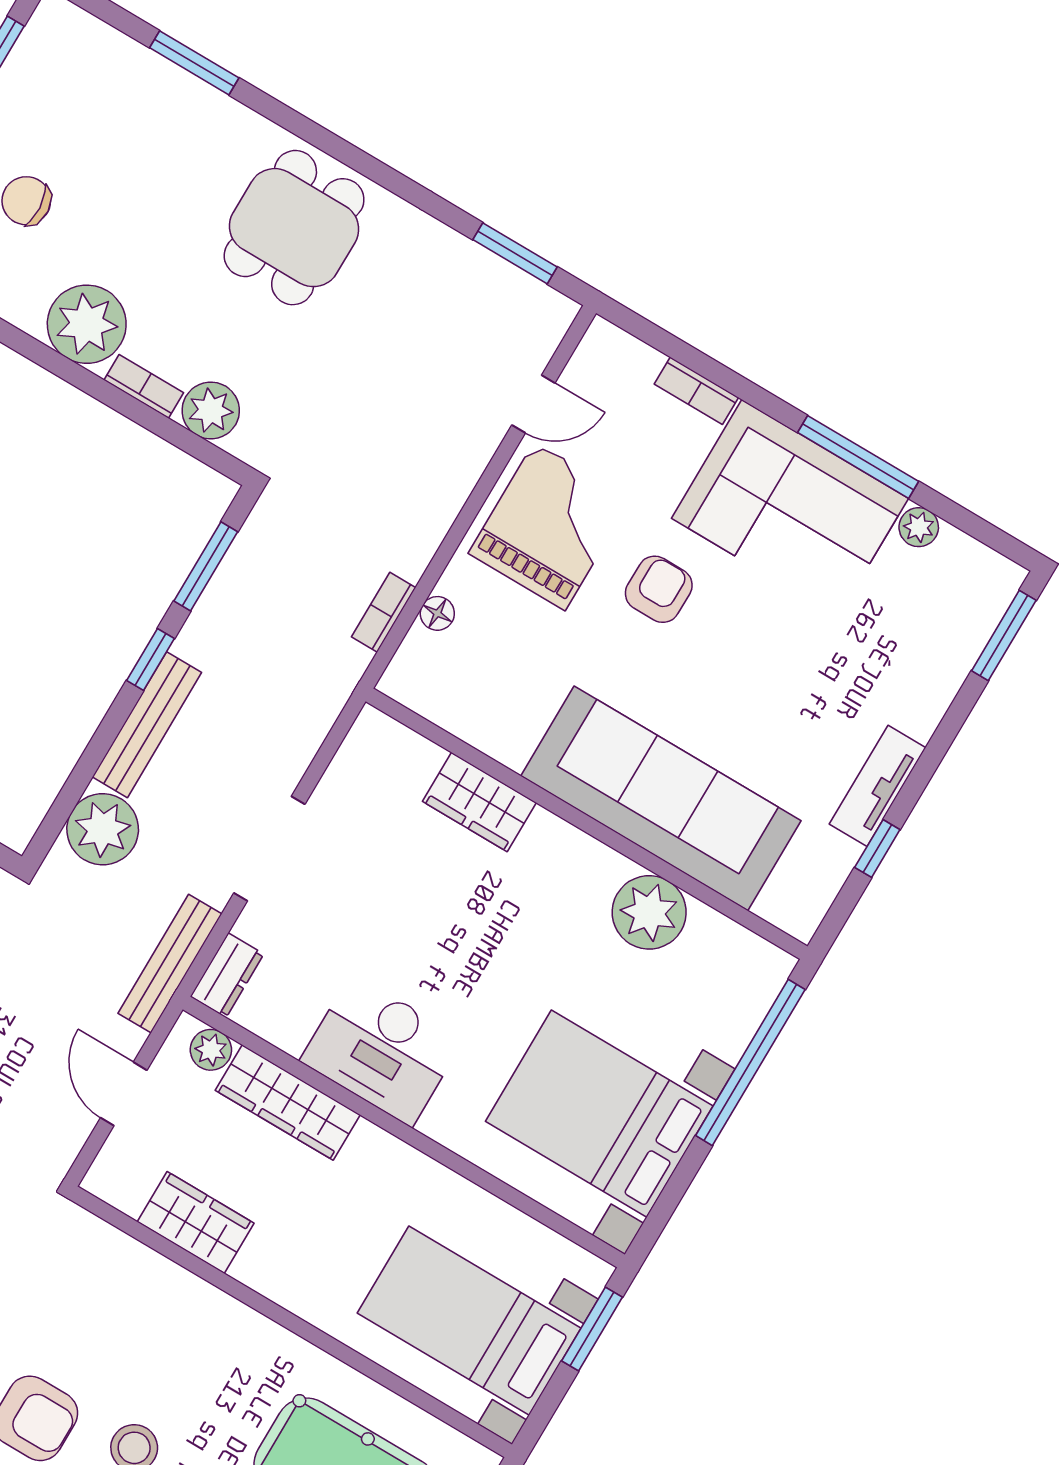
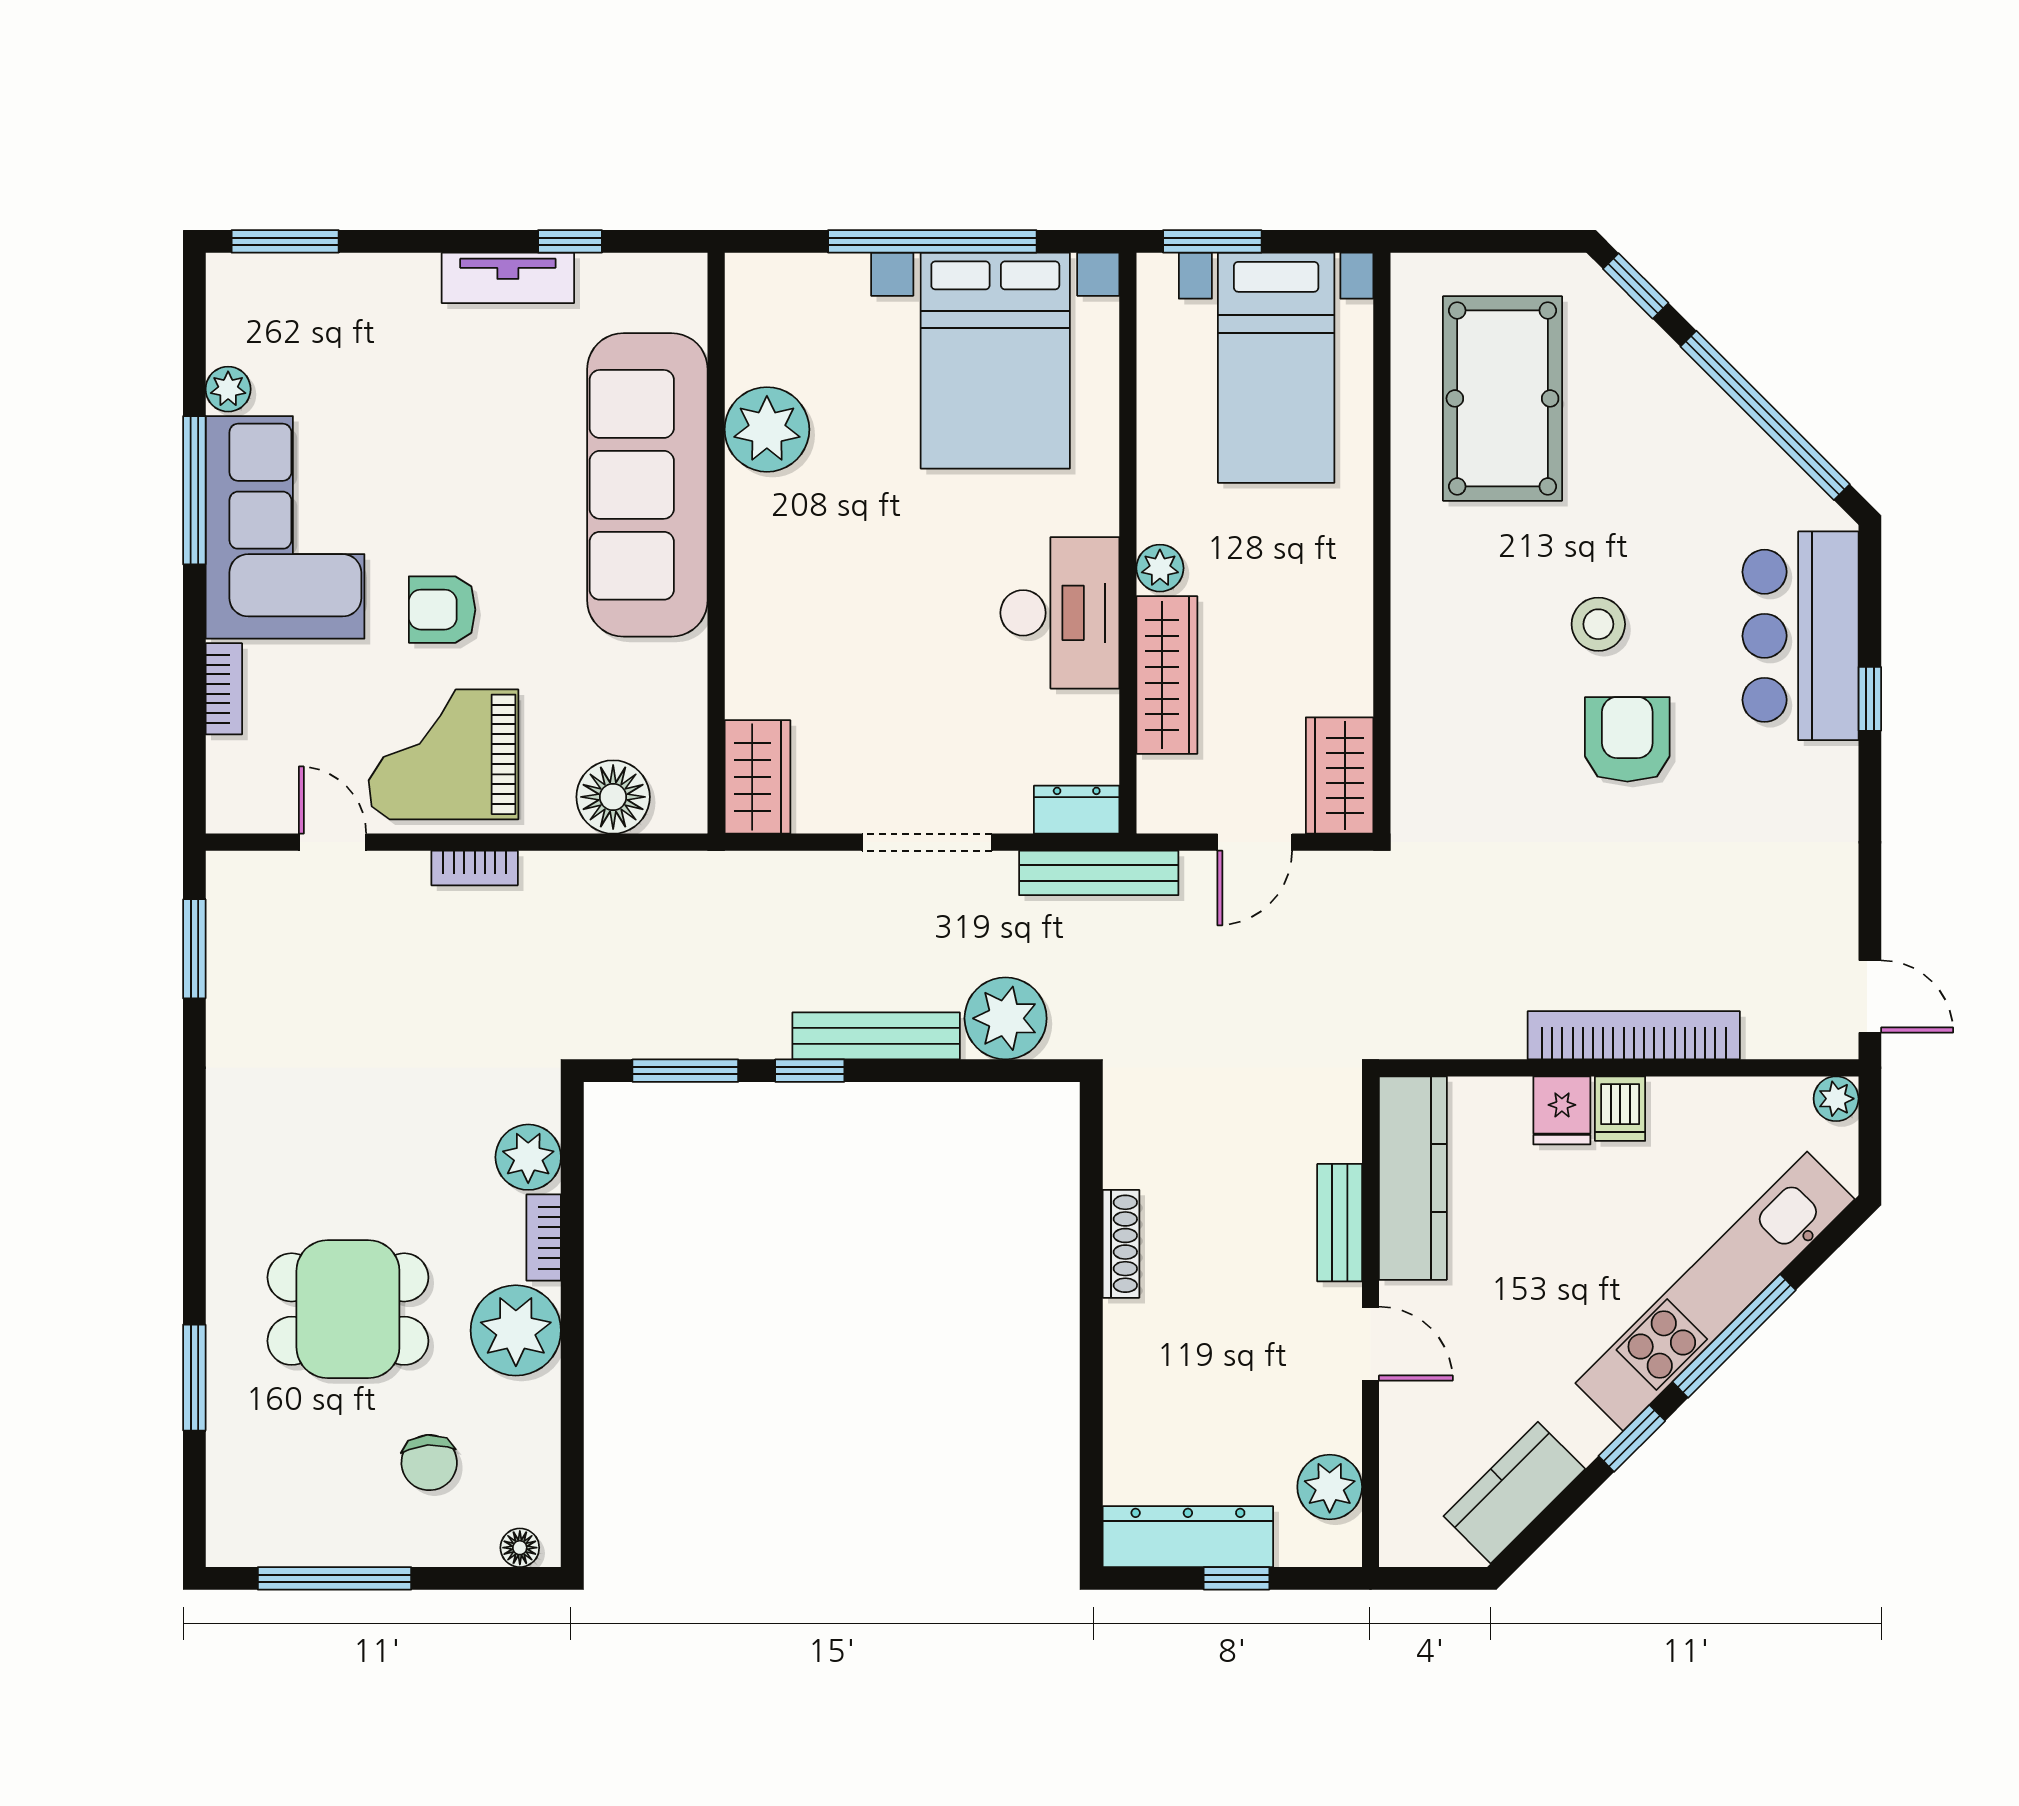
dining table: (294, 228) -> (348, 1309), moved
bookcase: (384, 612) -> (475, 868), moved
floor lamp: (437, 613) -> (613, 797), width x1.89, depth x1.89
wardrobe: (479, 802) -> (758, 777), moved
plant: (211, 1050) -> (1160, 568), moved
window: (750, 1062) -> (932, 241), moved
wardrobe: (196, 1223) -> (1340, 776), moved

